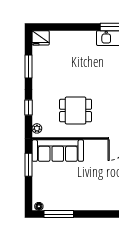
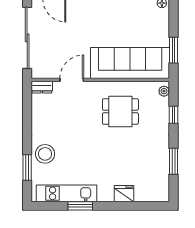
fridge: (41, 38) -> (124, 194), moved
sofa: (58, 151) -> (130, 63), width x1.36, depth x1.27

